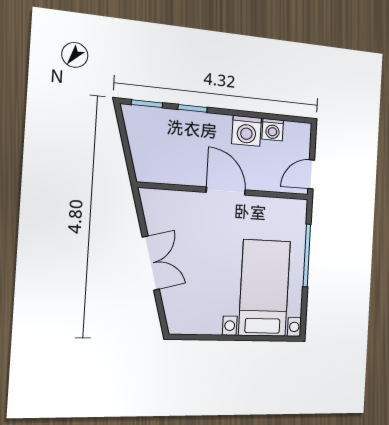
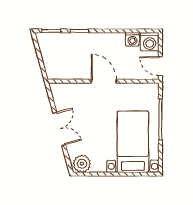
washing machine: (247, 131) -> (150, 42), moved
door: (311, 174) -> (160, 66), hinge flipped
plant: (184, 320) -> (82, 164), added

